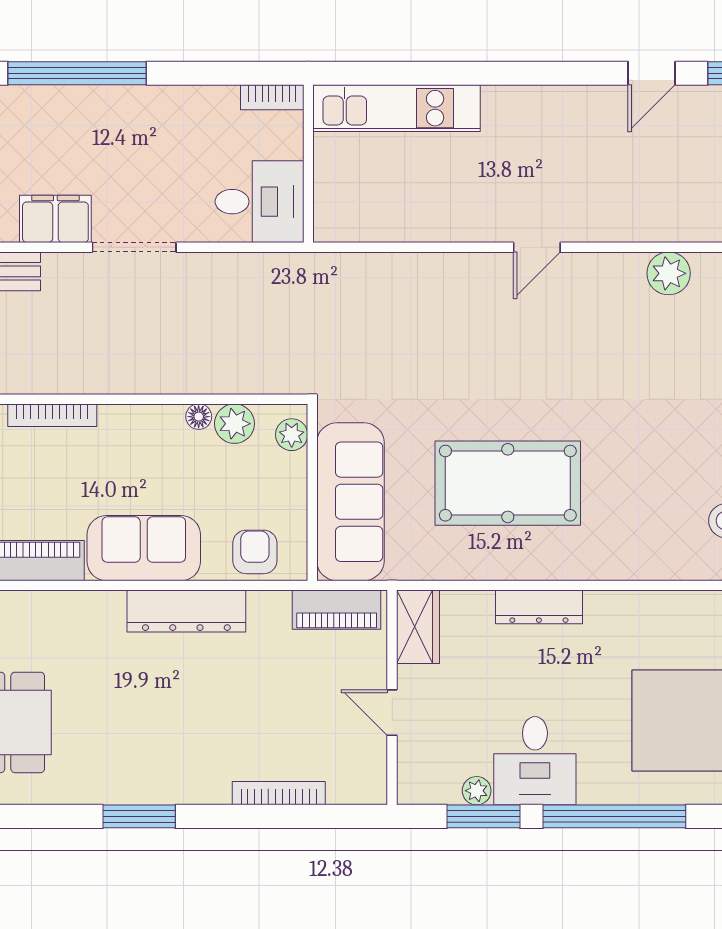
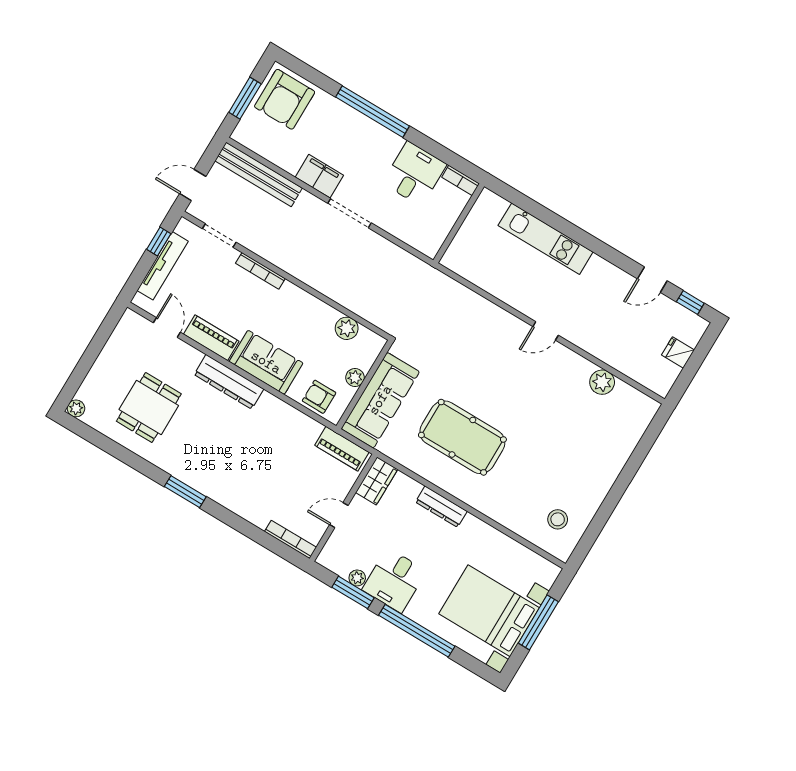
kitchen unit: (397, 108) -> (546, 239), moved
desk: (260, 202) -> (414, 174), moved, turned -90
floor lamp: (199, 417) -> (331, 314), removed
plant: (292, 435) -> (355, 378), moved
armchair: (255, 552) -> (319, 397), turned -90
dresser: (186, 611) -> (229, 382), moved
door: (392, 713) -> (339, 515), hinge flipped
bookcase: (279, 793) -> (290, 539), moved

